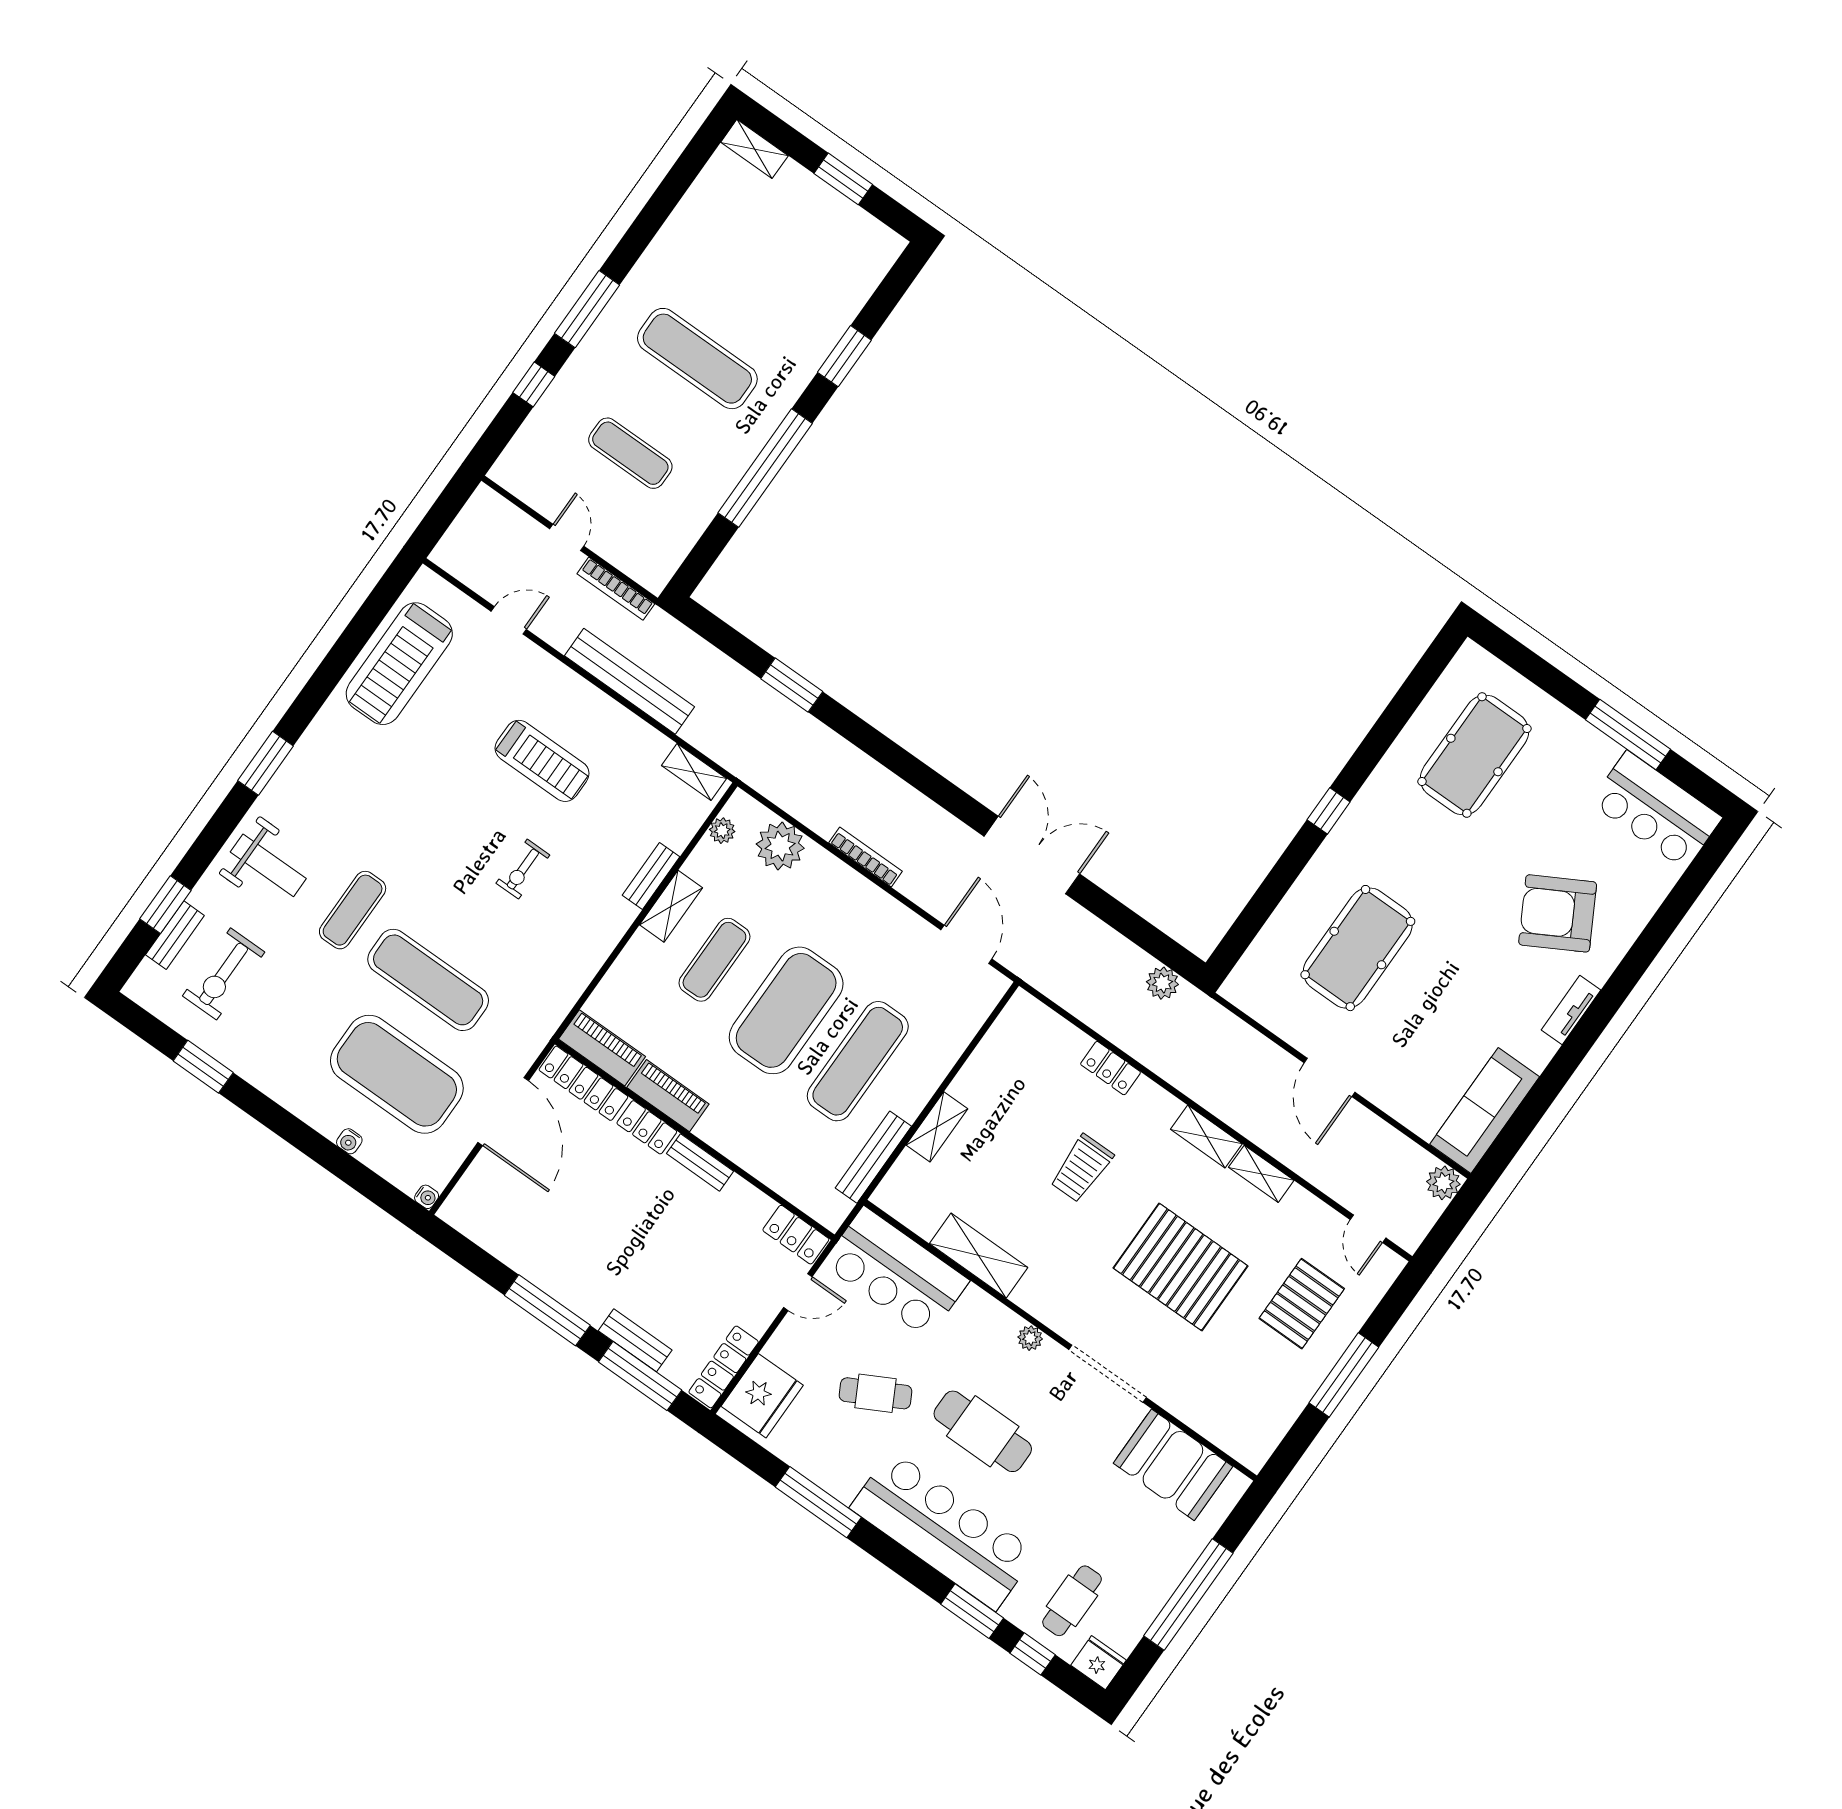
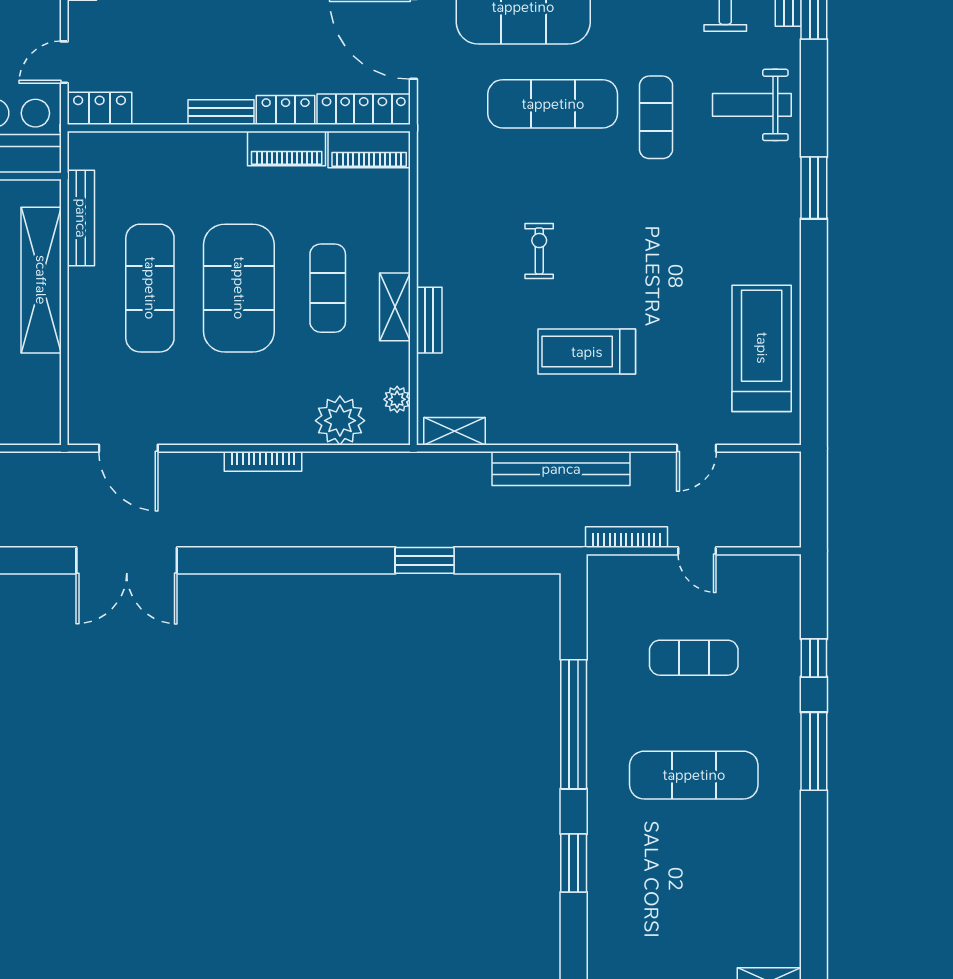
shelving: (937, 1127) -> (41, 280), width x2.20, depth x1.33

